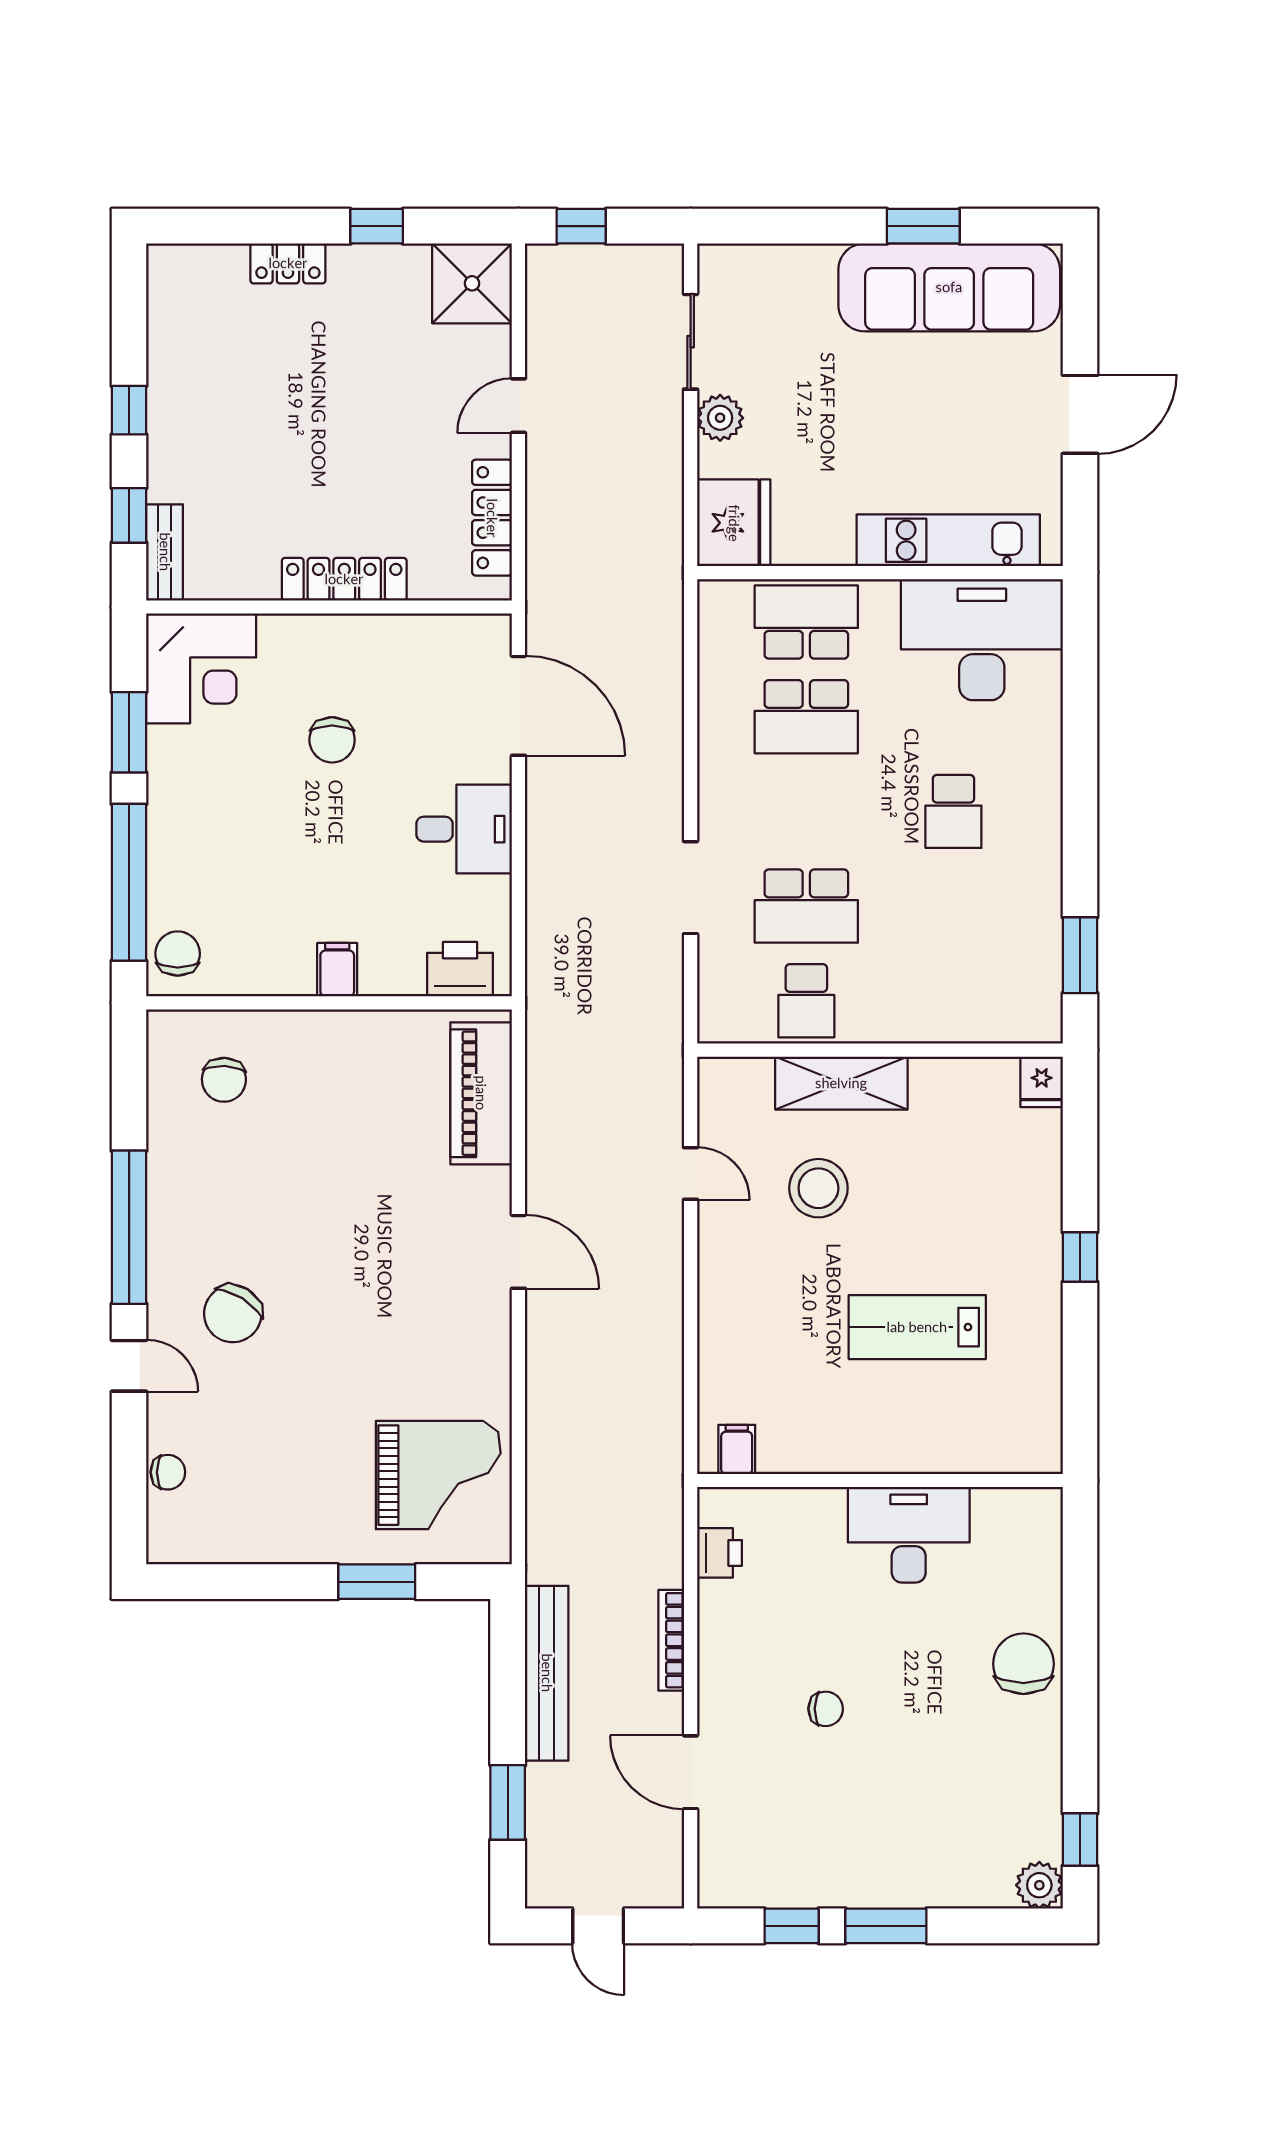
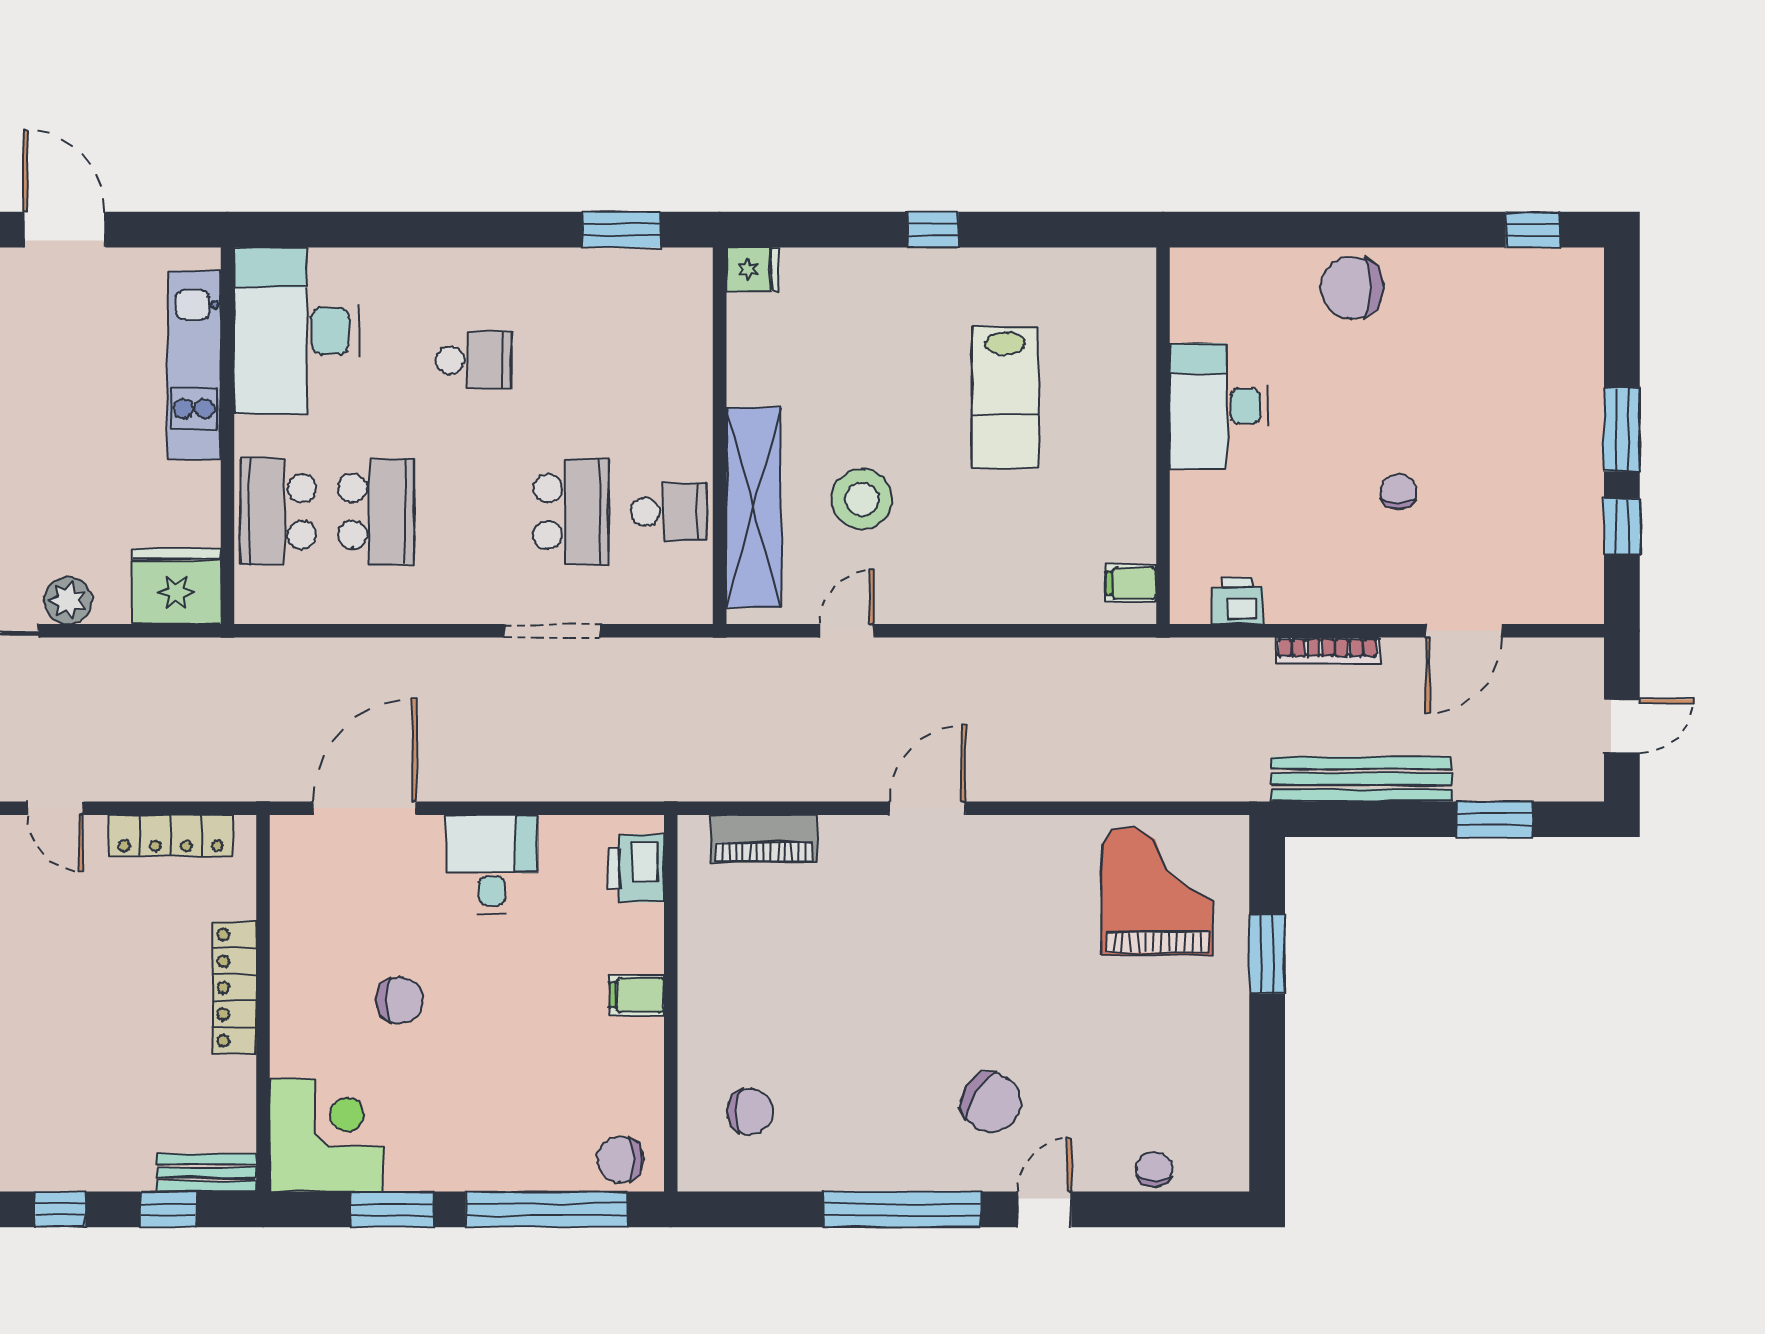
shelving: (841, 1083) -> (754, 507), width x1.47
piano: (481, 1093) -> (764, 839), width x0.73, depth x0.75
plant: (1039, 1885) -> (1580, 271), removed

